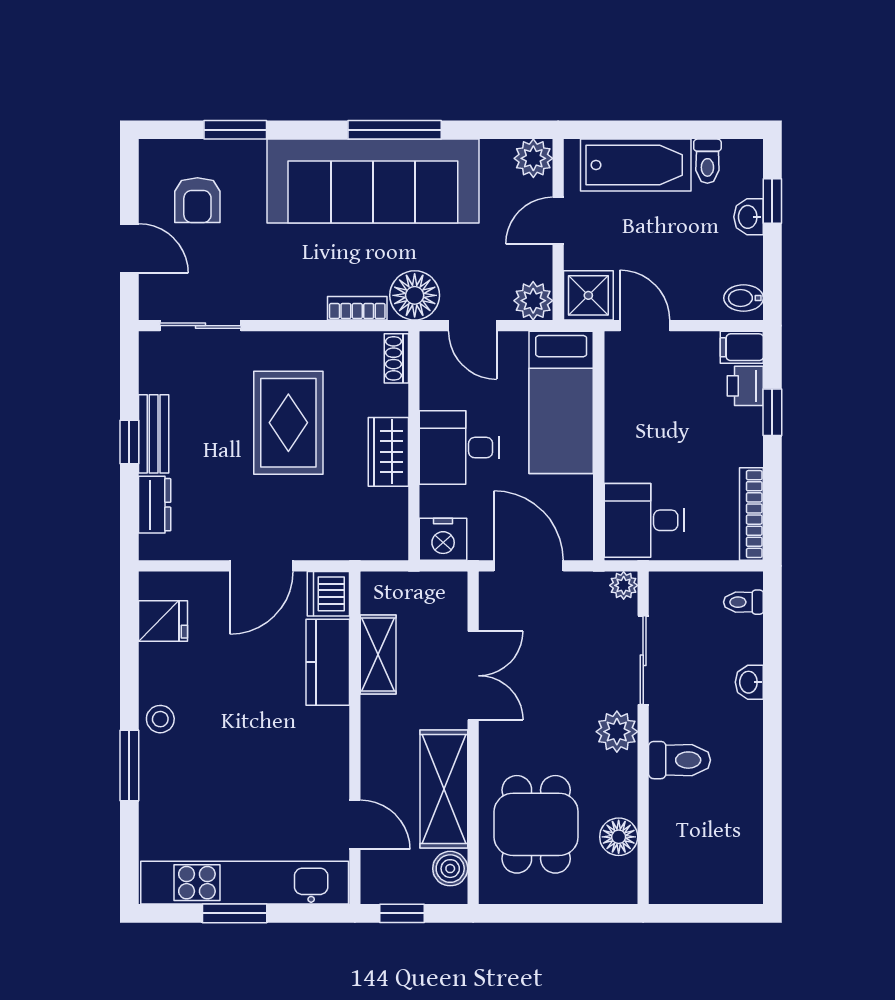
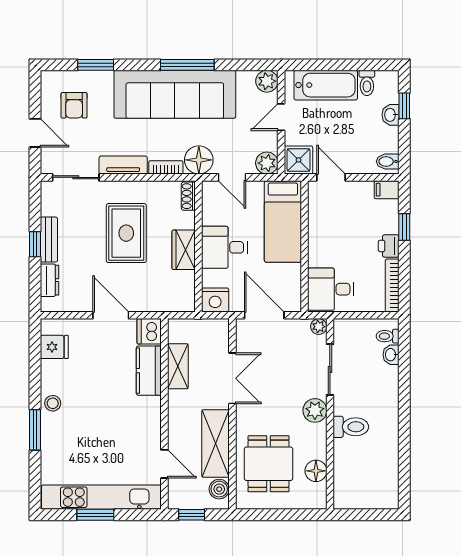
tv unit: (283, 304) -> (123, 165), added
printer: (745, 386) -> (389, 246), moved
door: (261, 566) -> (111, 315), swing flipped
washbasin: (749, 682) -> (391, 355), moved

